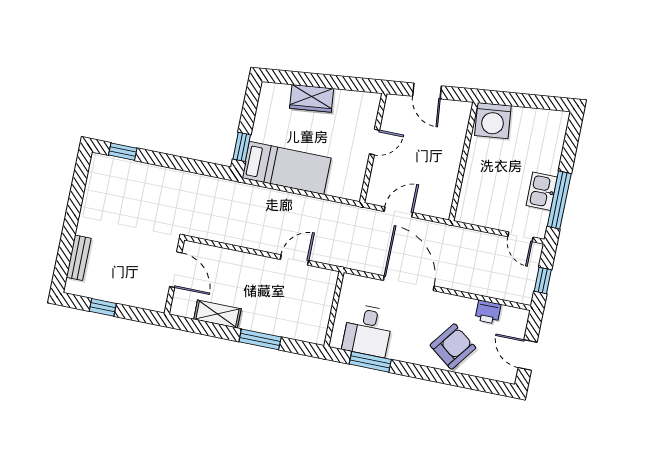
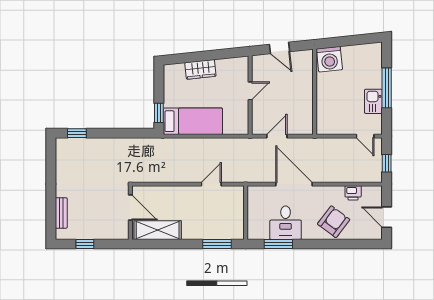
window: (559, 200) -> (387, 88), moved
shelving: (217, 314) -> (158, 230), width x1.50, depth x1.33
desk: (368, 331) -> (286, 223), moved
window: (260, 339) -> (217, 244), moved

